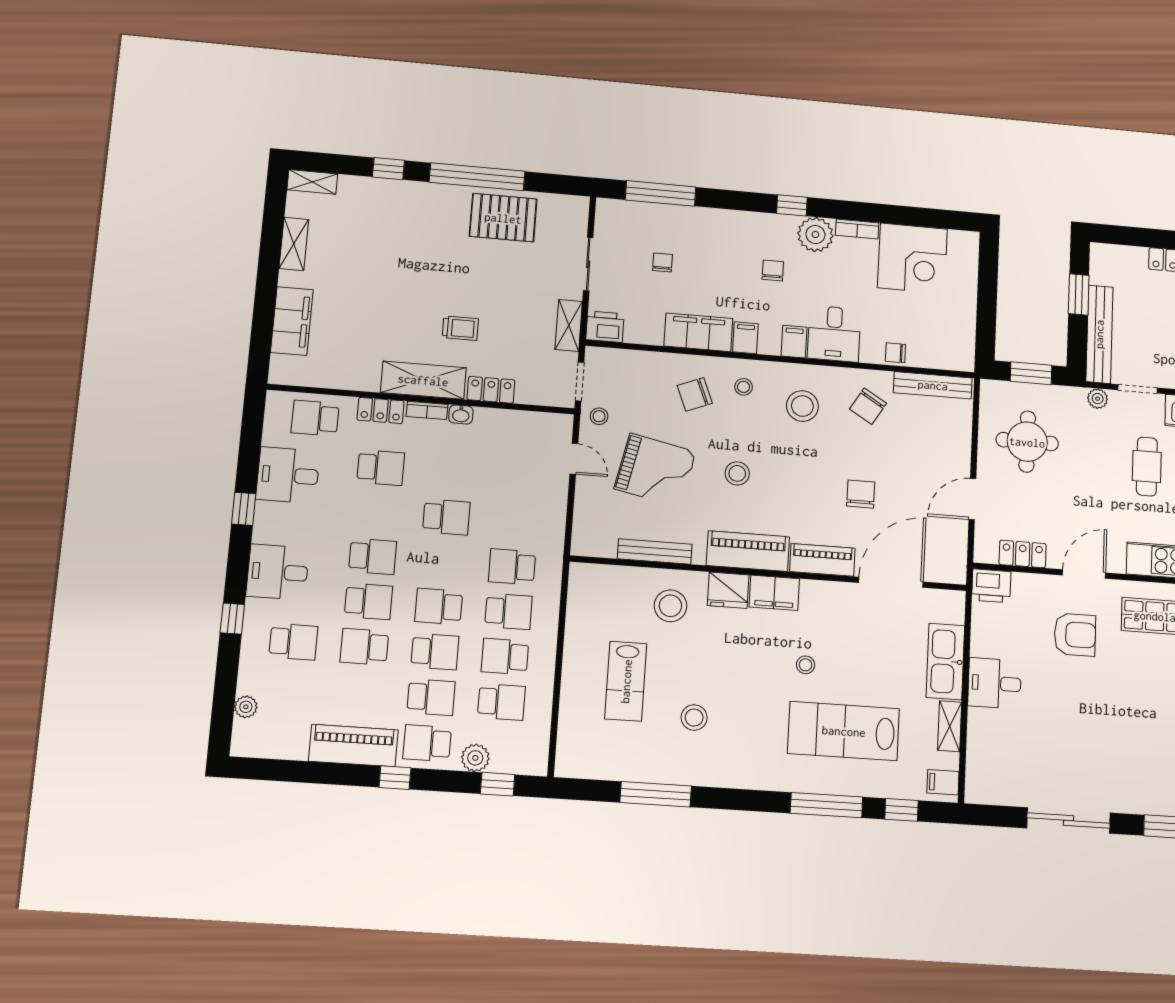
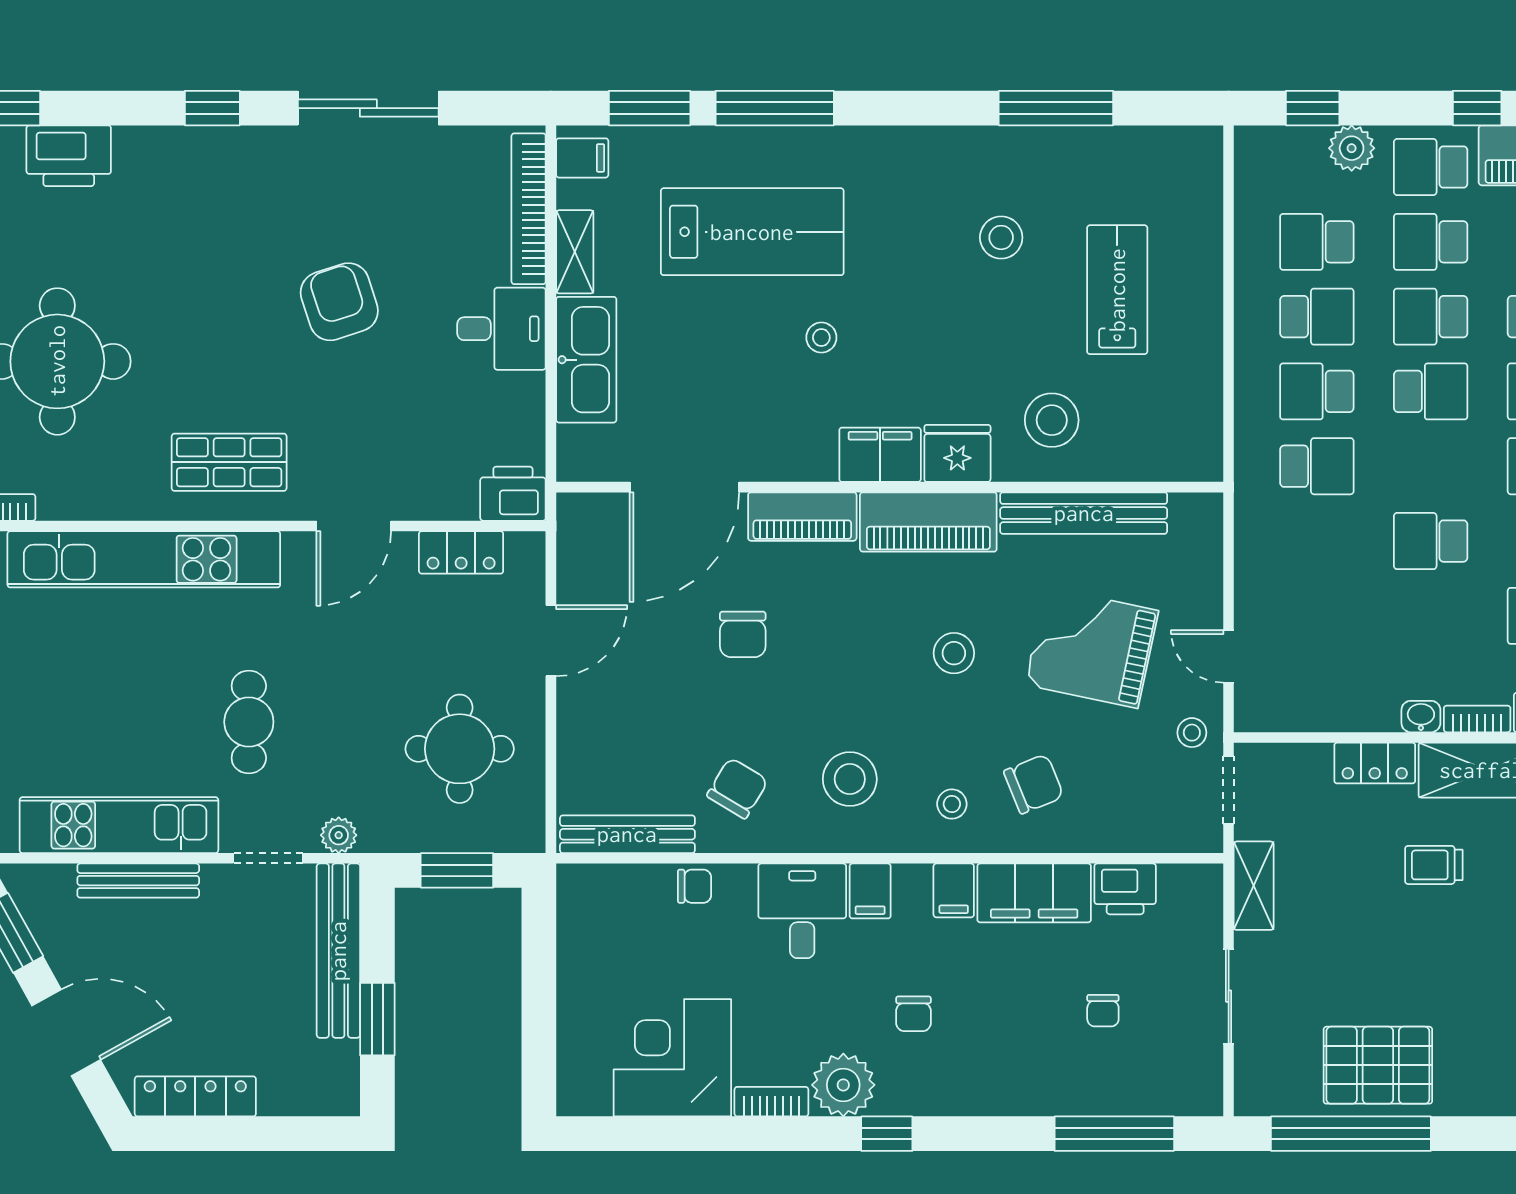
window: (477, 177) -> (1351, 1134), moved
printer: (605, 327) -> (1125, 889), moved
bench: (655, 552) -> (1084, 513), width x1.37, depth x1.21
armchair: (1075, 635) -> (339, 302), moved, turned 72
school desk: (427, 743) -> (1431, 167), turned 180
bookcase: (976, 754) -> (529, 209), added
window: (902, 810) -> (650, 108), width x1.50

